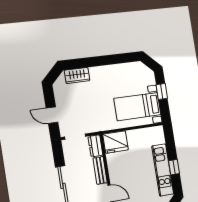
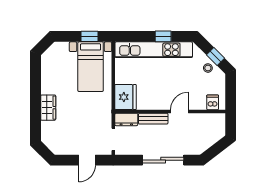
wardrobe: (77, 75) -> (48, 108), moved
window: (162, 91) -> (90, 36), moved
kitchen unit: (163, 170) -> (154, 50), width x1.36

